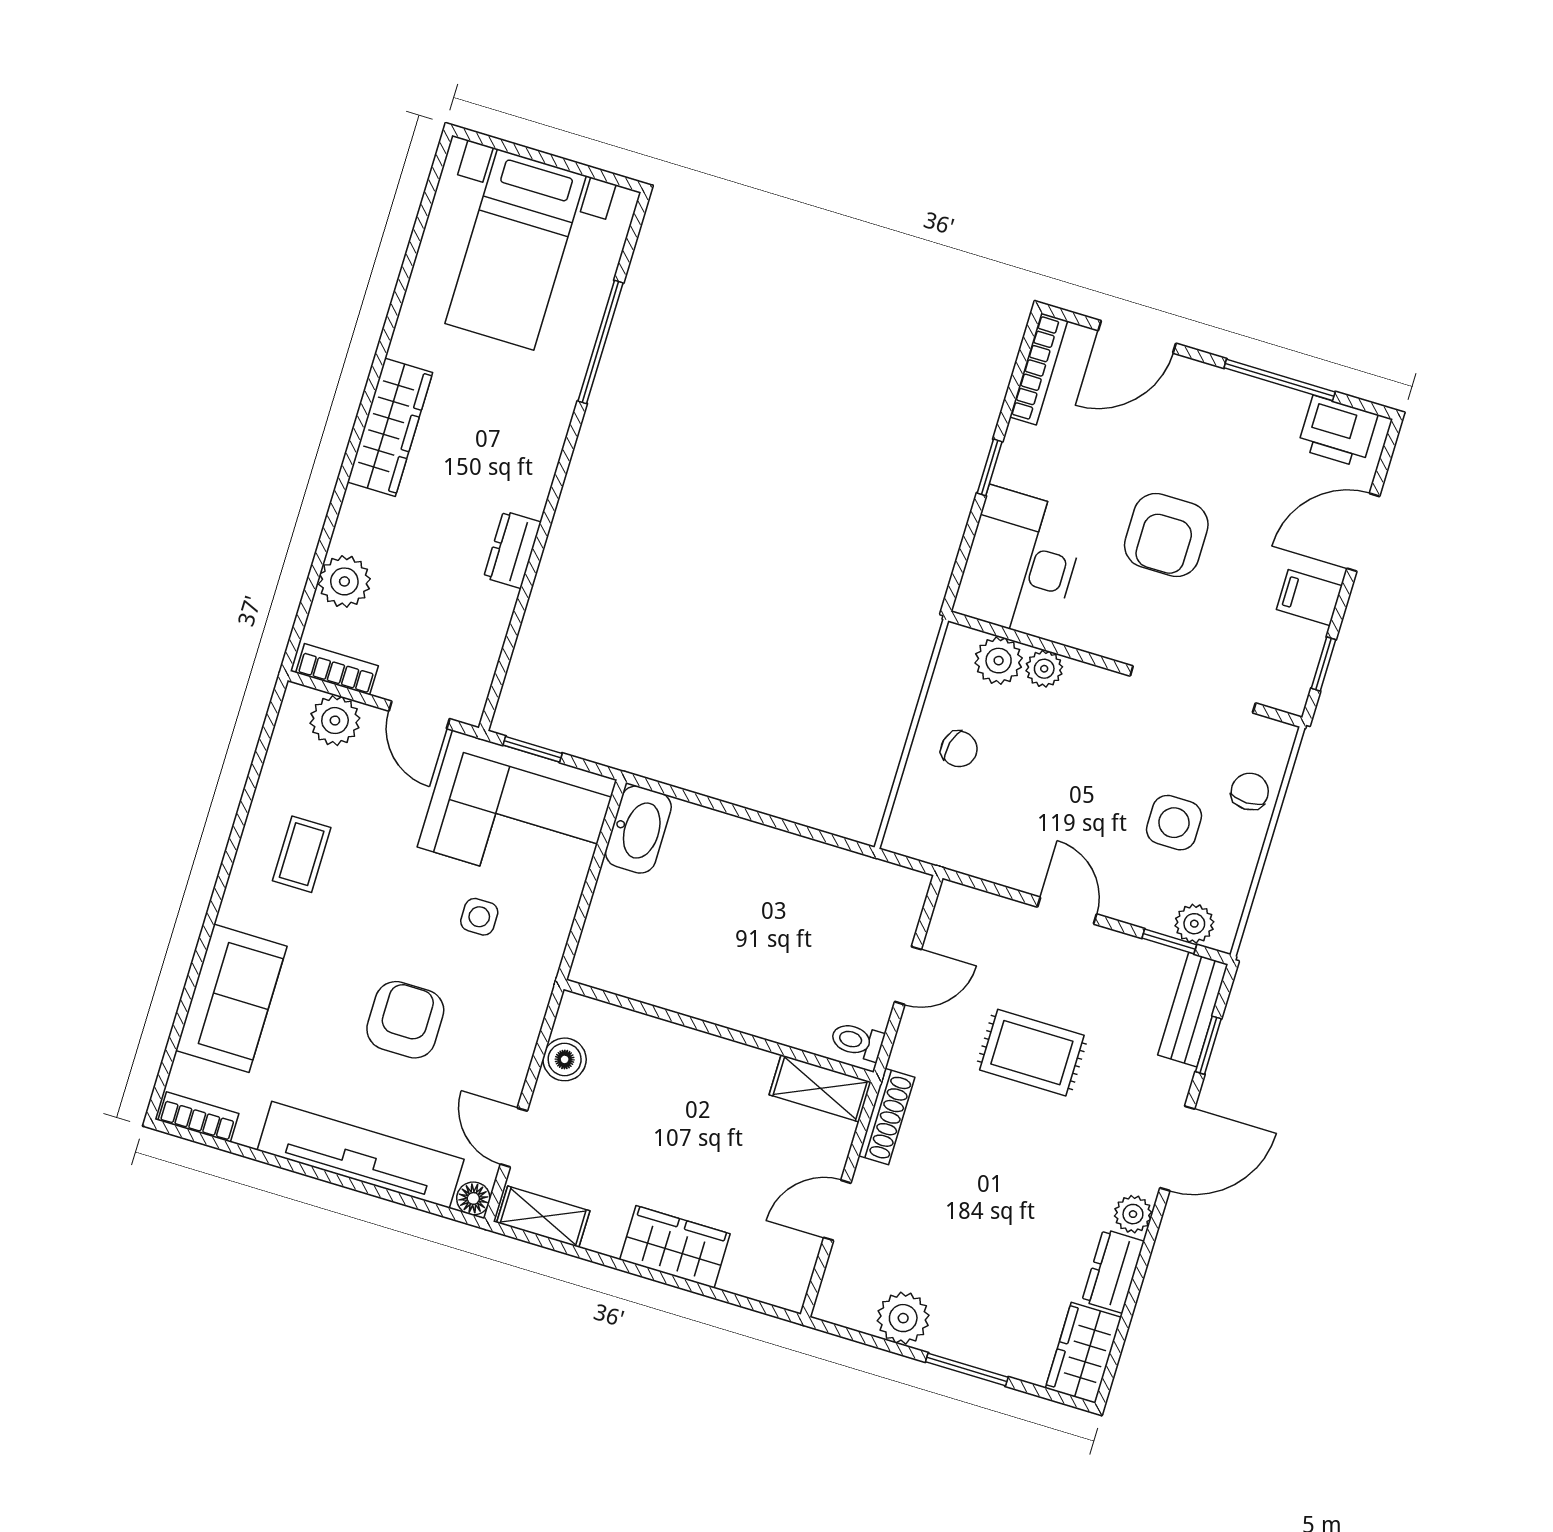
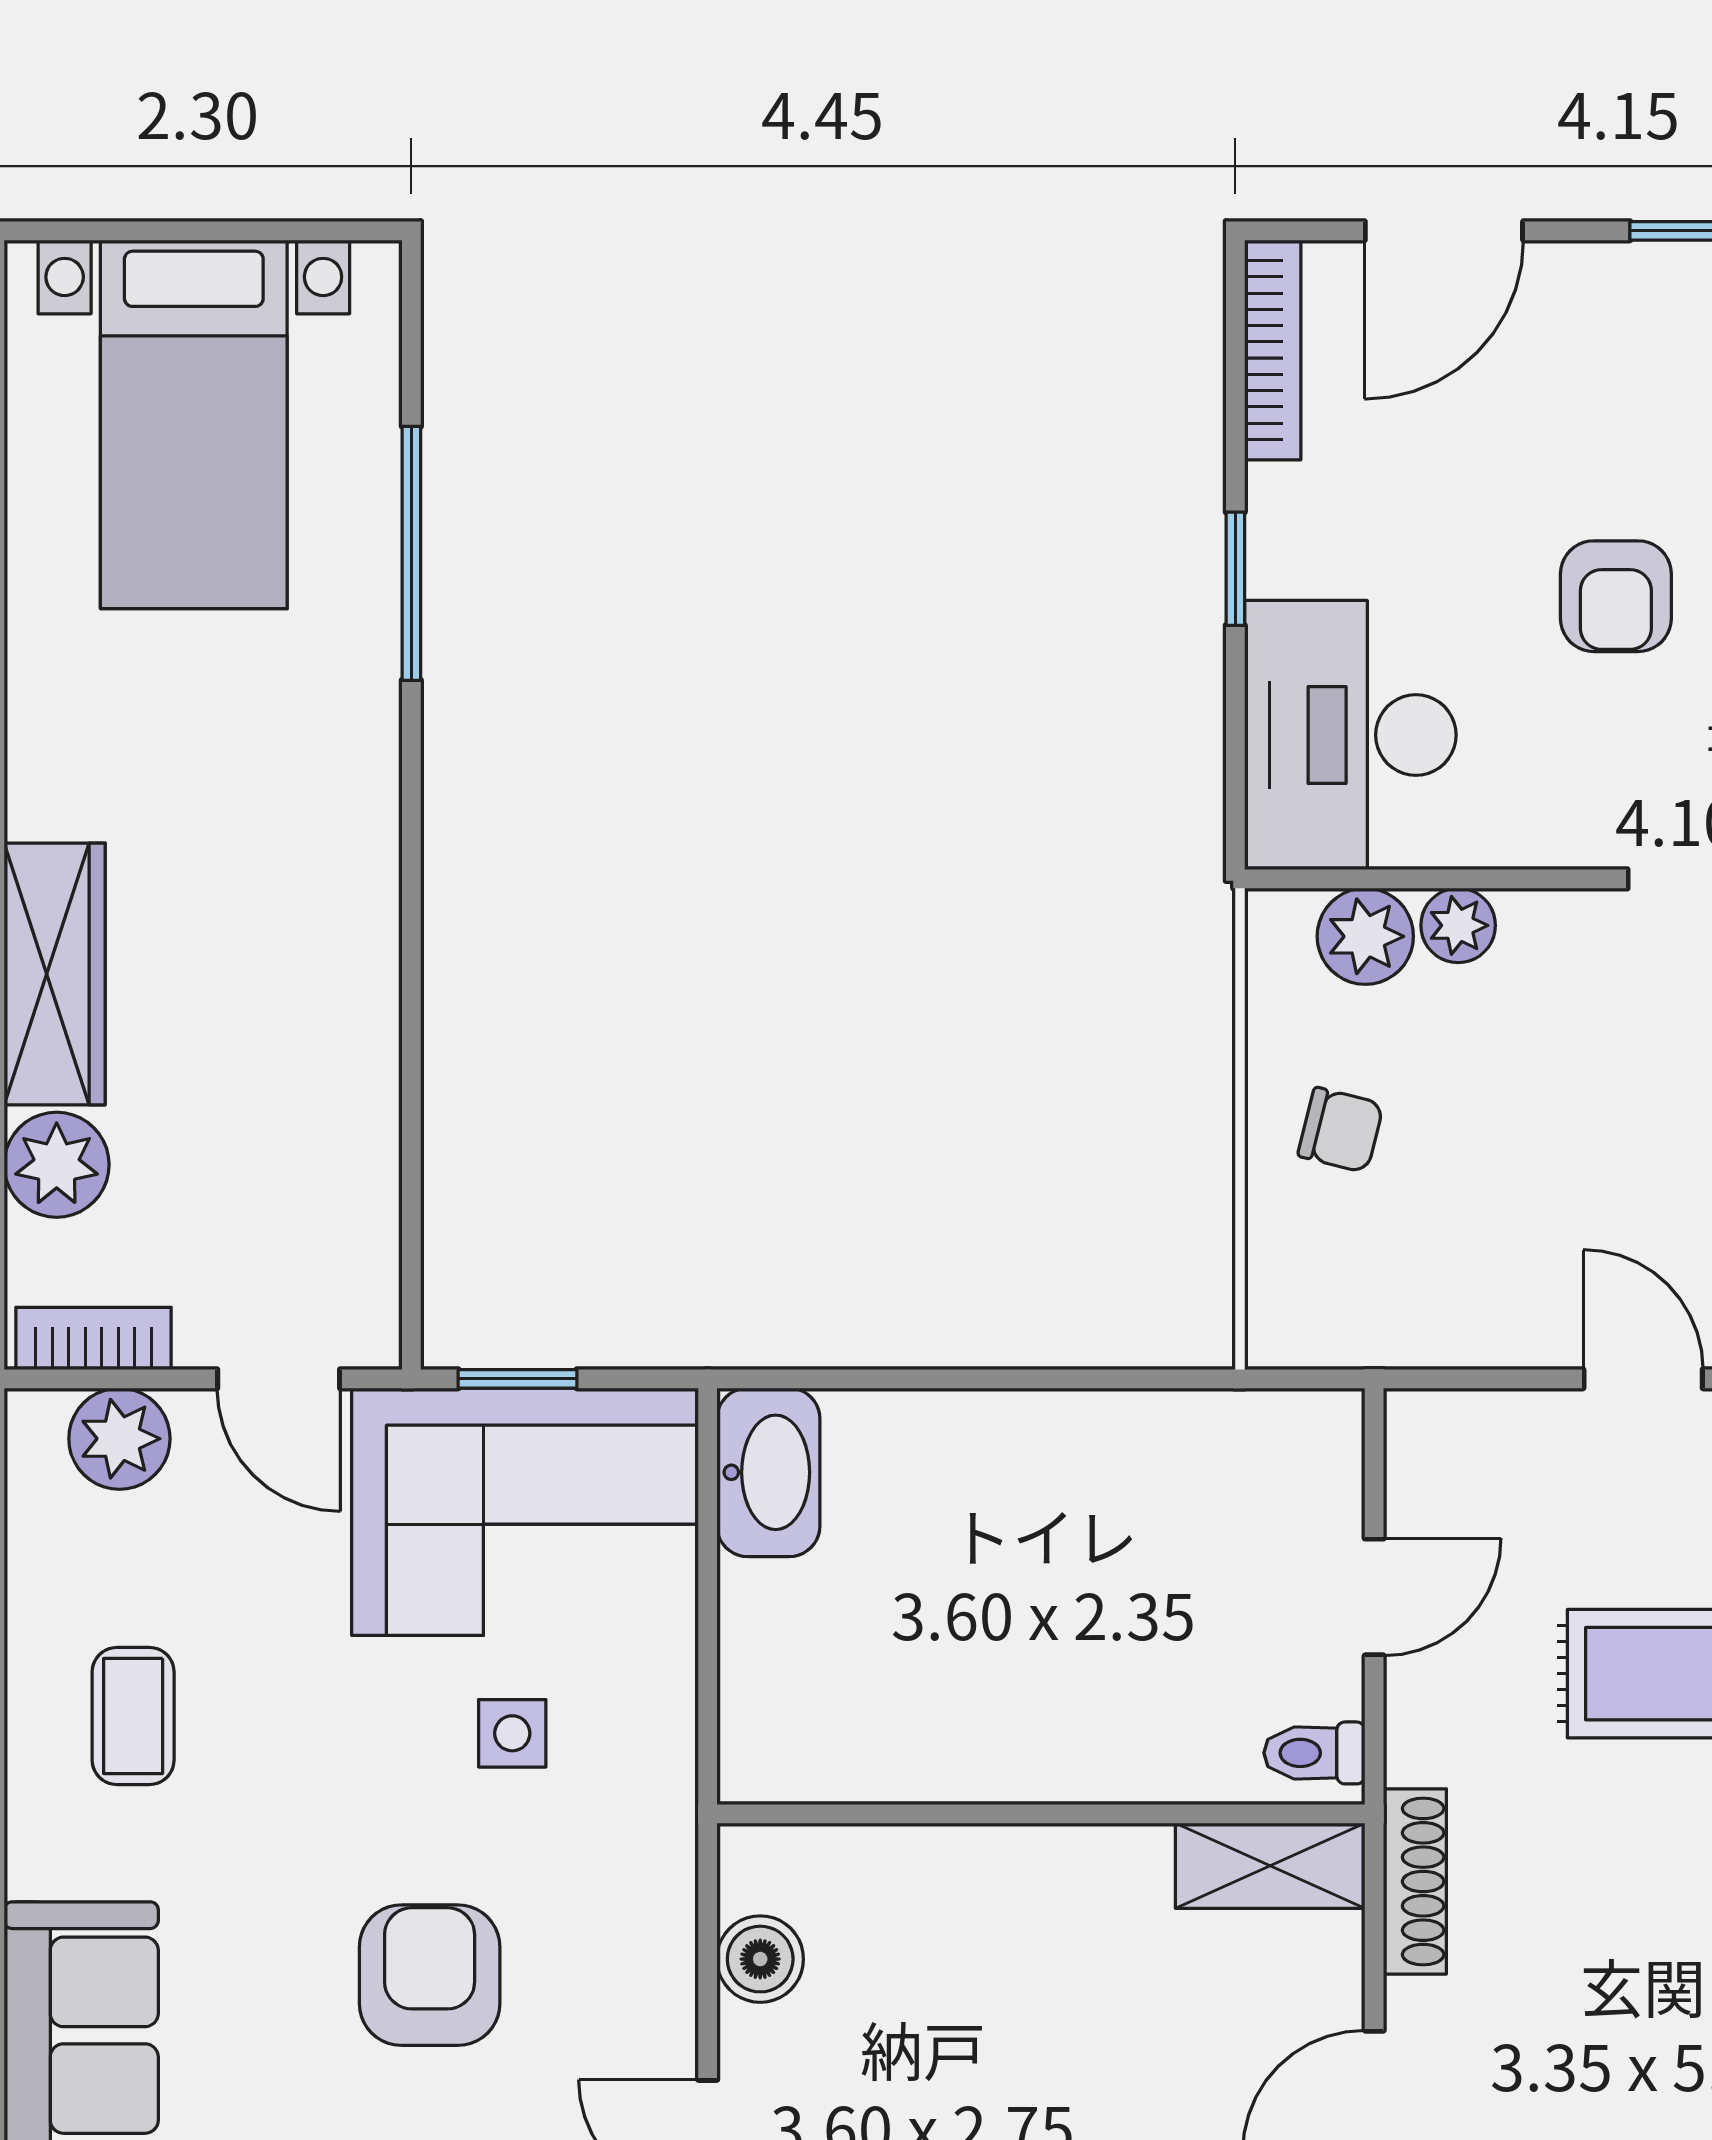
wardrobe: (390, 427) -> (55, 974), moved
armchair: (1166, 535) -> (1616, 596), width x0.72, depth x0.72
dresser: (512, 550) -> (362, 1006), removed

